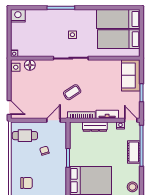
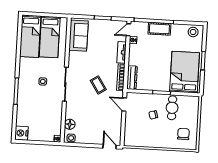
sofa: (131, 75) -> (79, 36), moved, turned -90
door: (9, 108) -> (110, 147), hinge flipped
dresser: (95, 127) -> (132, 78), moved
cafe table: (25, 136) -> (172, 108), moved

